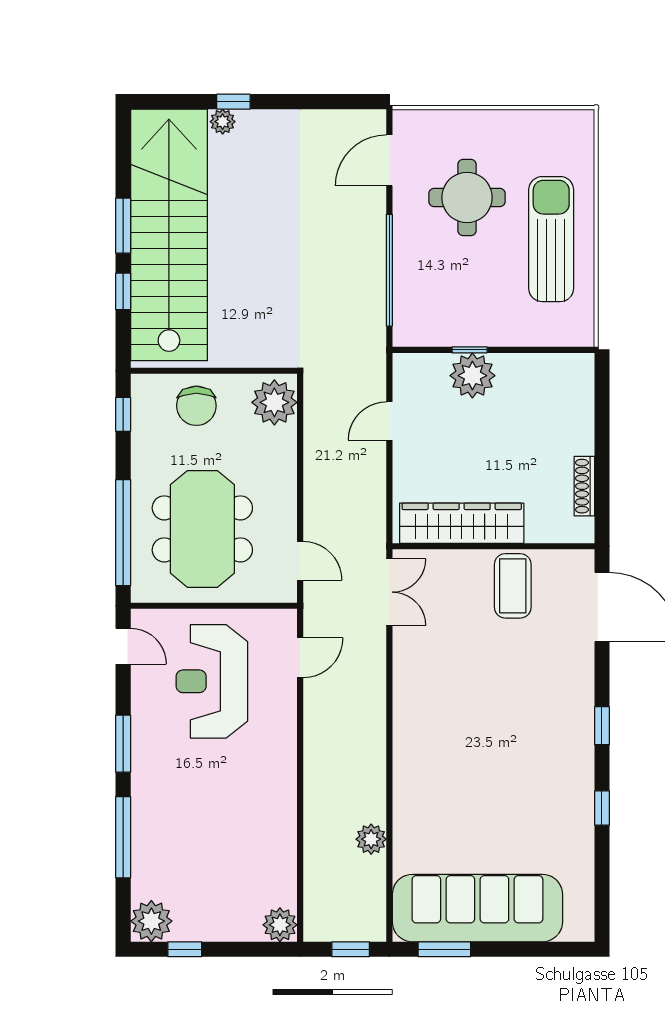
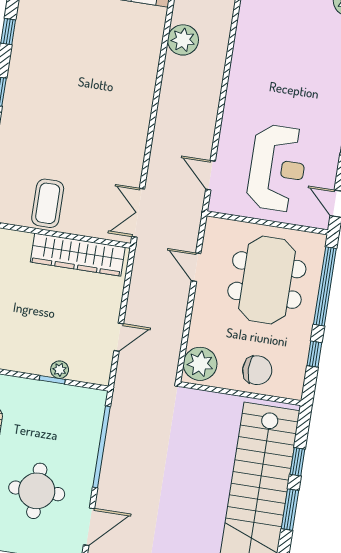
plant: (472, 376) -> (60, 370), width x0.53, depth x0.53
chair: (196, 406) -> (257, 370), turned 89
window: (123, 414) -> (314, 354), moved
door: (300, 561) -> (196, 267), moved
door: (300, 658) -> (211, 175), hinge flipped
plant: (371, 839) -> (183, 40), width x1.36, depth x1.36

